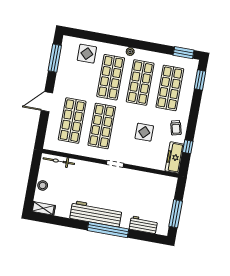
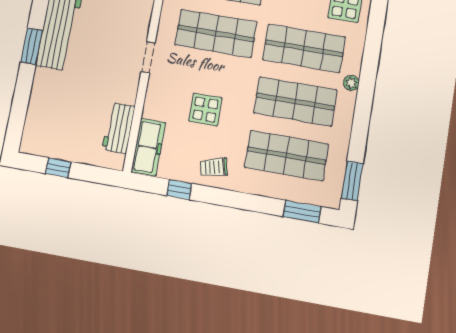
freezer: (174, 157) -> (148, 147), moved, turned 90
window: (176, 214) -> (58, 168), width x0.46
workbench: (143, 225) -> (119, 128), moved, turned 180
window: (108, 230) -> (32, 46), width x0.47

